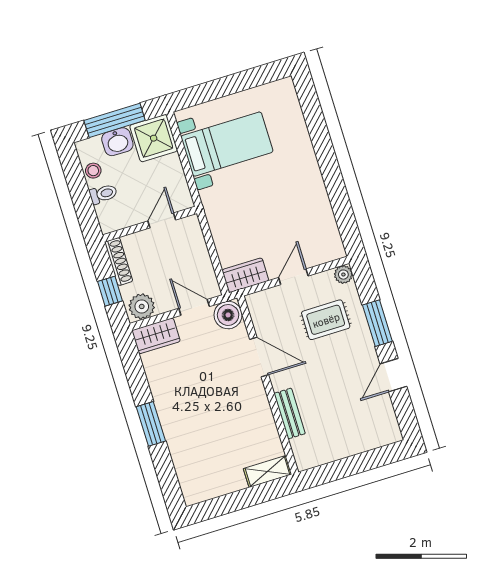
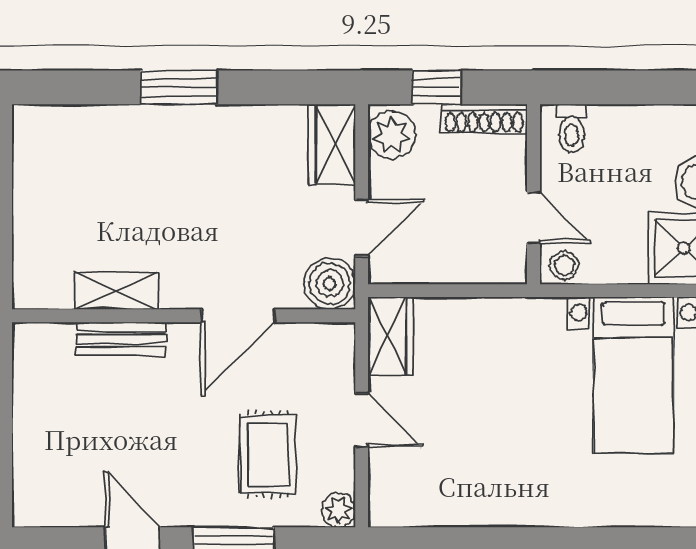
stool: (93, 171) -> (564, 265), moved
toilet: (103, 194) -> (572, 128), moved
shelving: (267, 472) -> (116, 291), moved, turned 90

